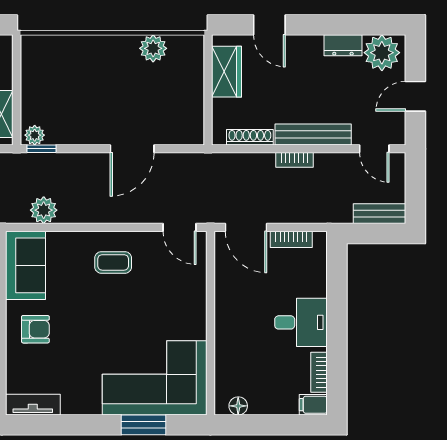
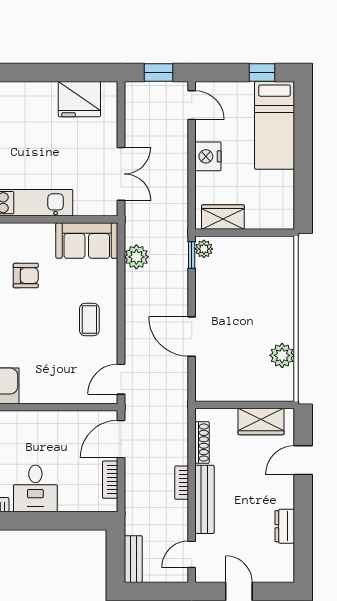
plant: (382, 53) -> (278, 561), removed
armchair: (35, 329) -> (26, 276), moved, turned -90

